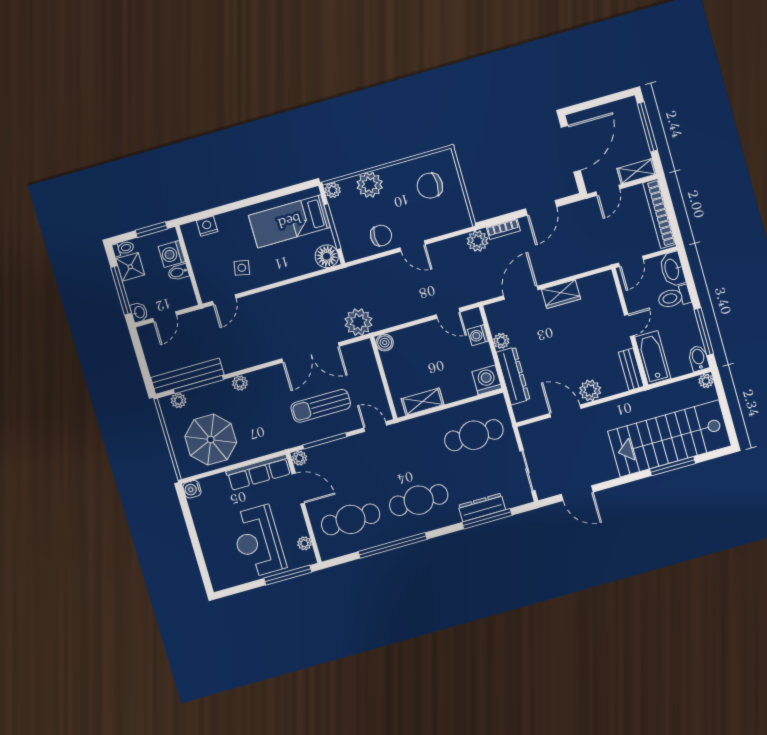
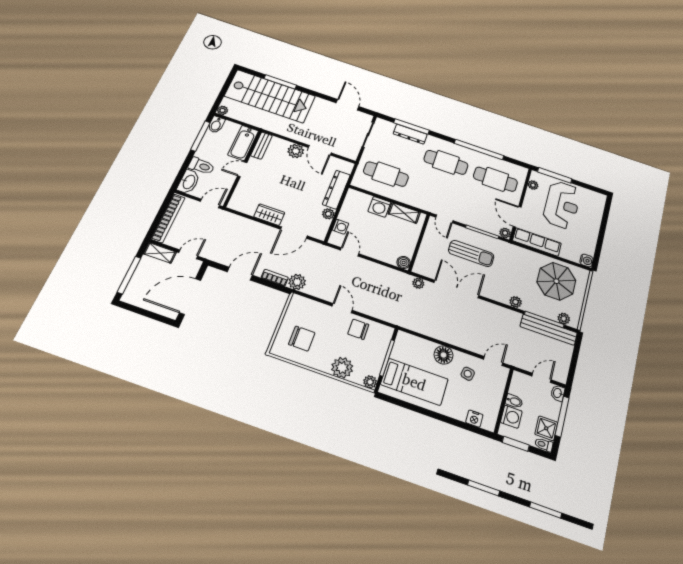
floor lamp: (327, 256) -> (444, 355), moved
plant: (358, 322) -> (418, 283), width x0.53, depth x0.53
washing machine: (487, 380) -> (379, 207), moved

